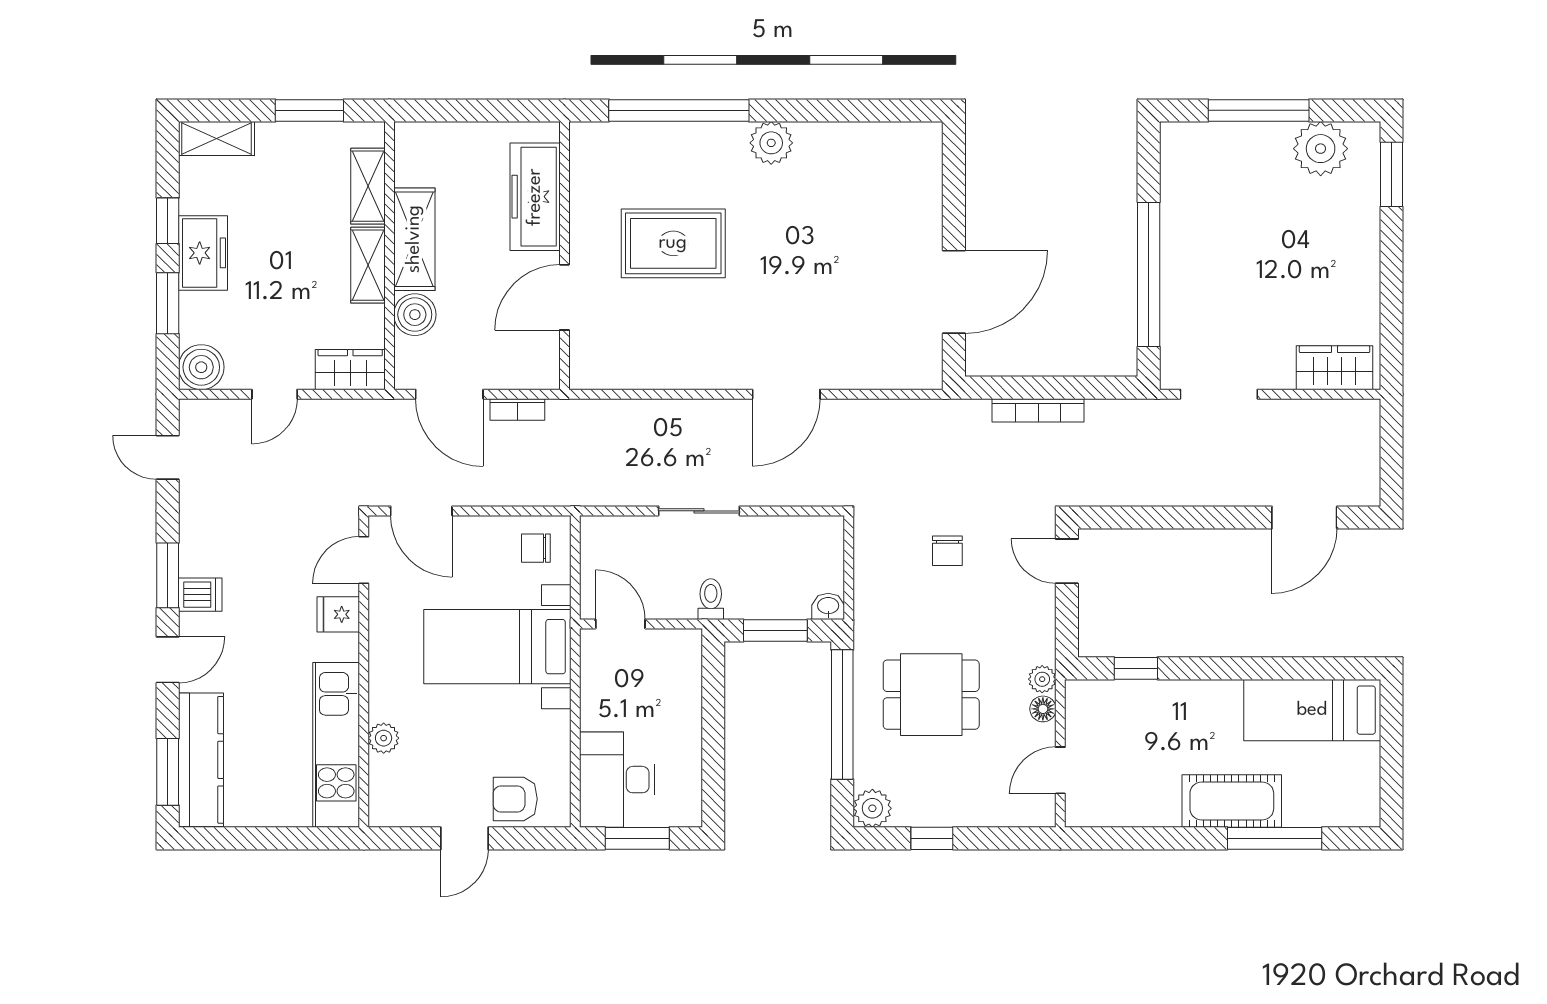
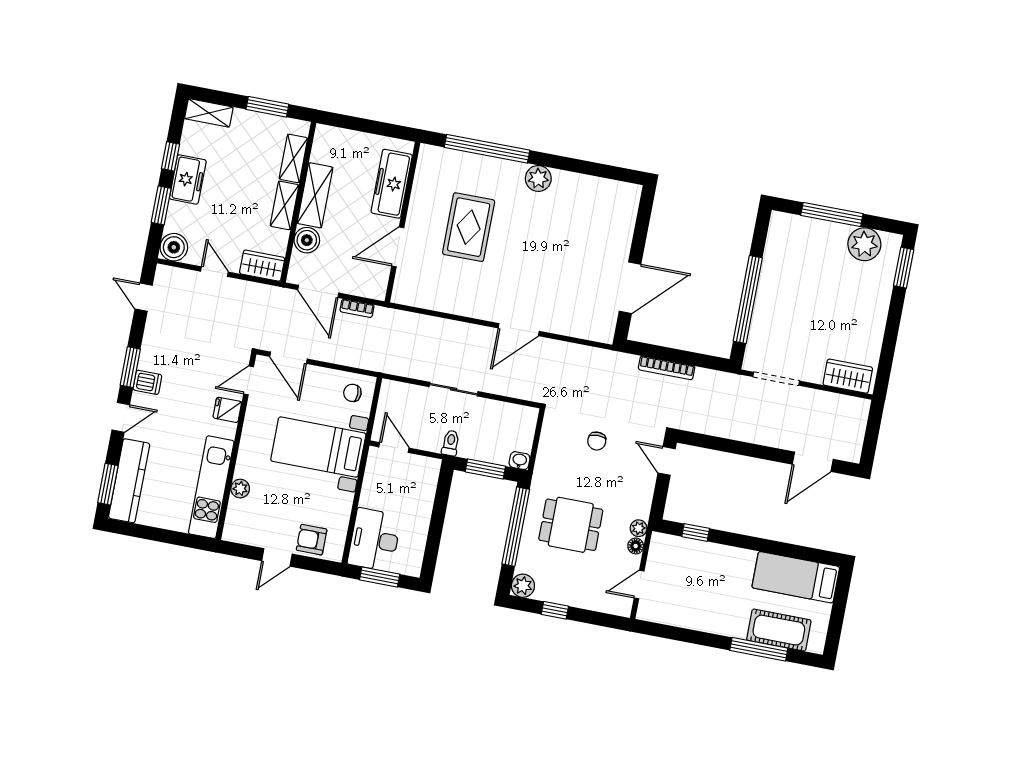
rug: (673, 243) -> (469, 227), turned 90
door: (275, 394) -> (214, 272), swing flipped
cot: (1232, 801) -> (779, 630), moved

